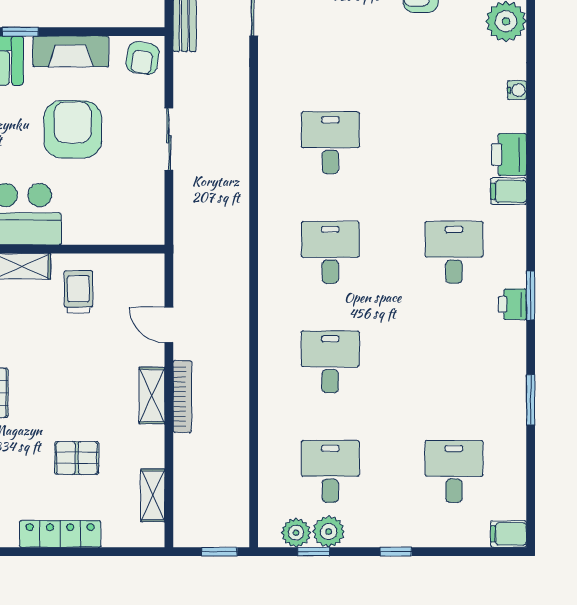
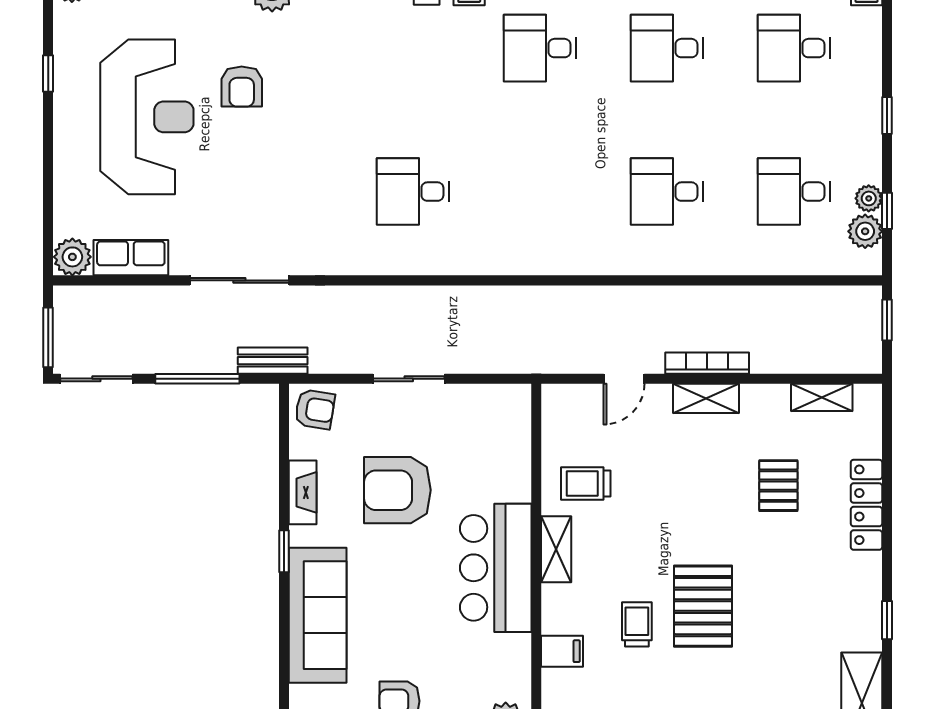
fireplace: (71, 51) -> (303, 492), width x0.73, depth x0.76
desk: (330, 252) -> (667, 48), moved
plant: (329, 532) -> (869, 198), width x0.73, depth x0.73

